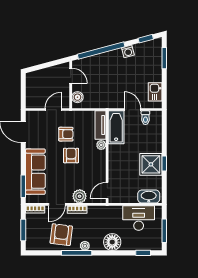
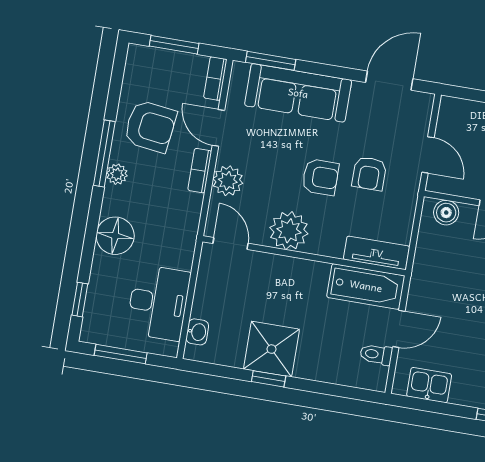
plant: (101, 145) -> (289, 231), moved, width x1.88, depth x1.88
washbasin: (149, 196) -> (197, 332), width x0.52, depth x0.69

